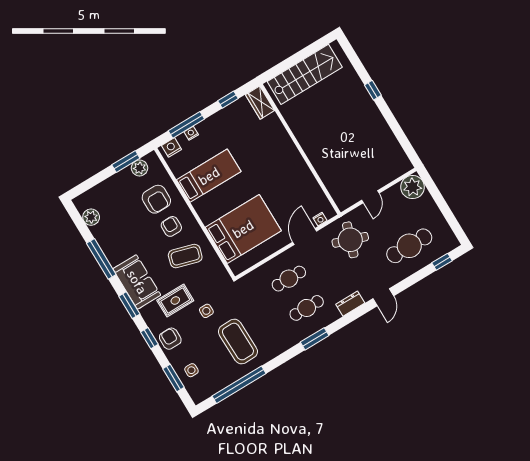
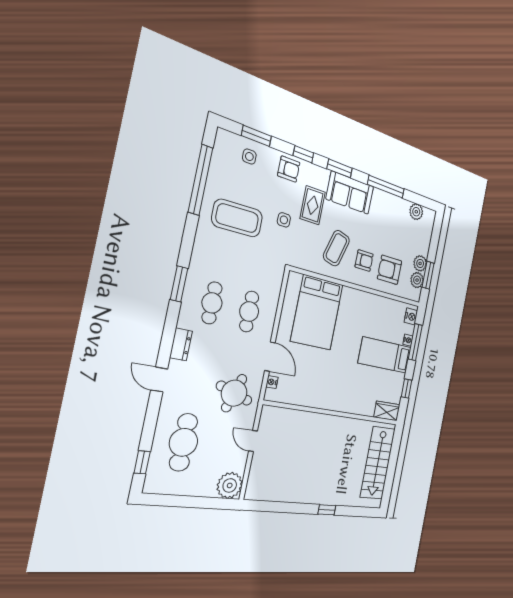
bed: (209, 176) -> (385, 355), moved, turned 90
plant: (125, 177) -> (420, 263), added

